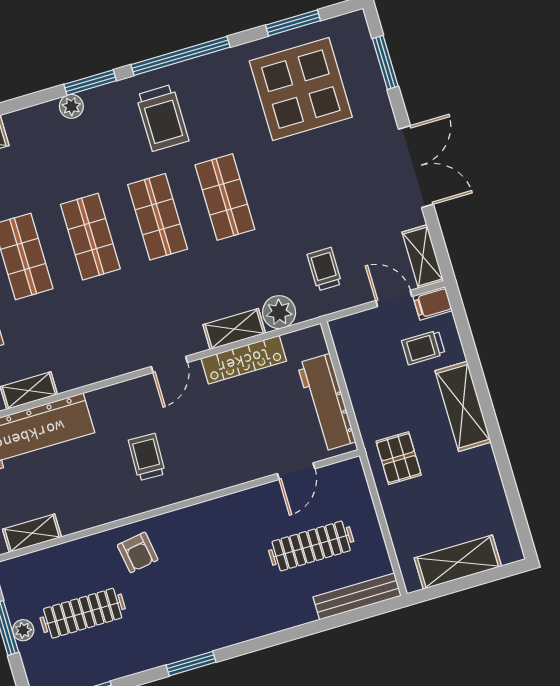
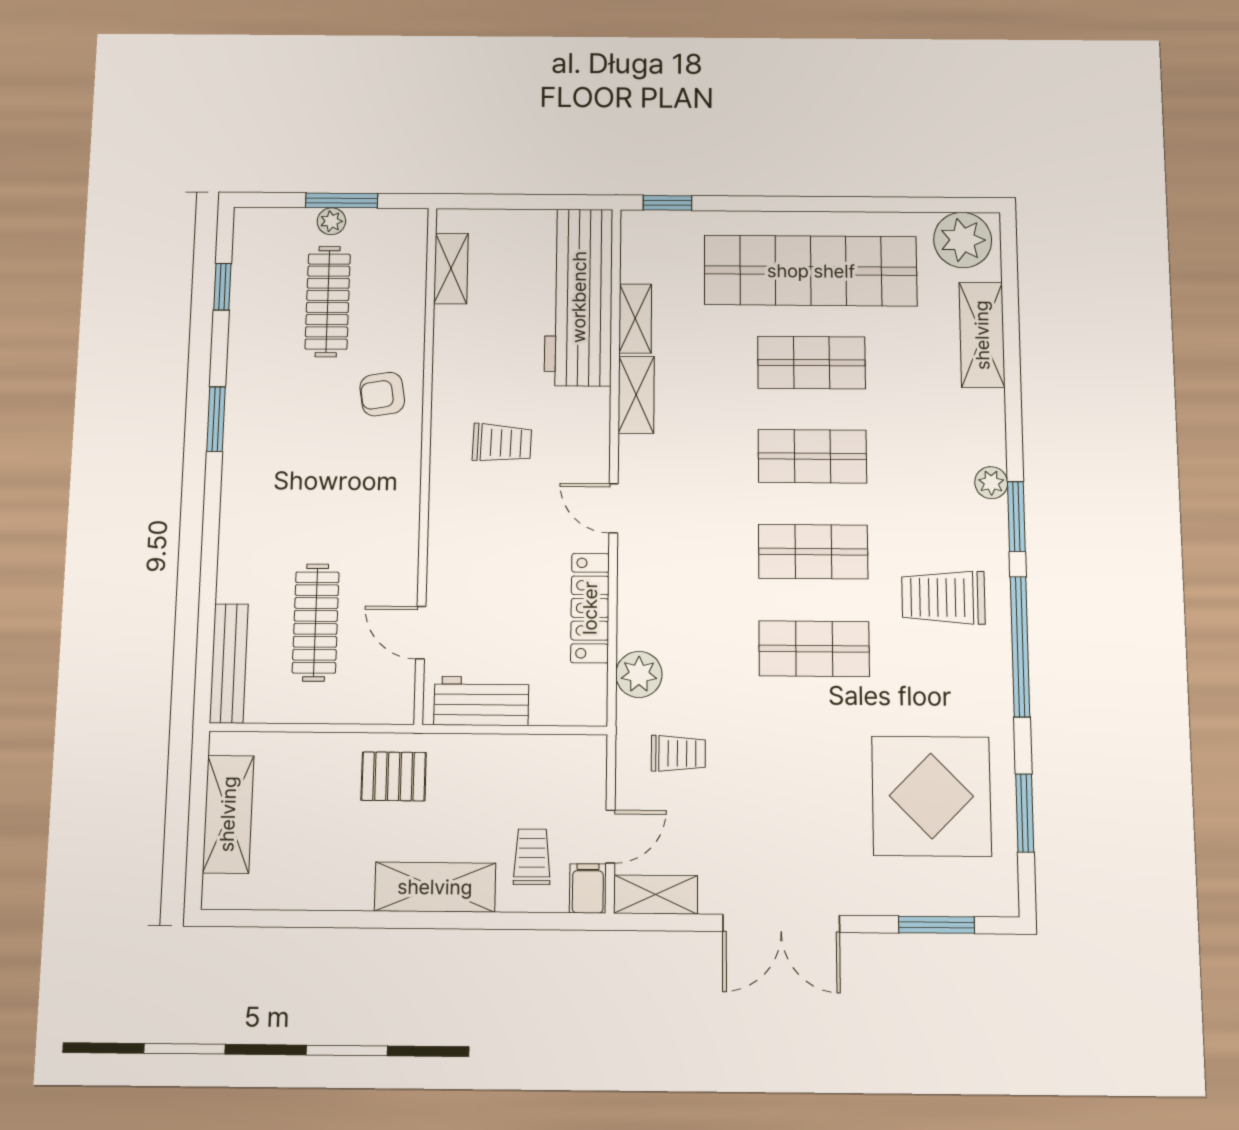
shelving: (234, 329) -> (636, 395), moved
workbench: (326, 403) -> (481, 701), width x0.73

